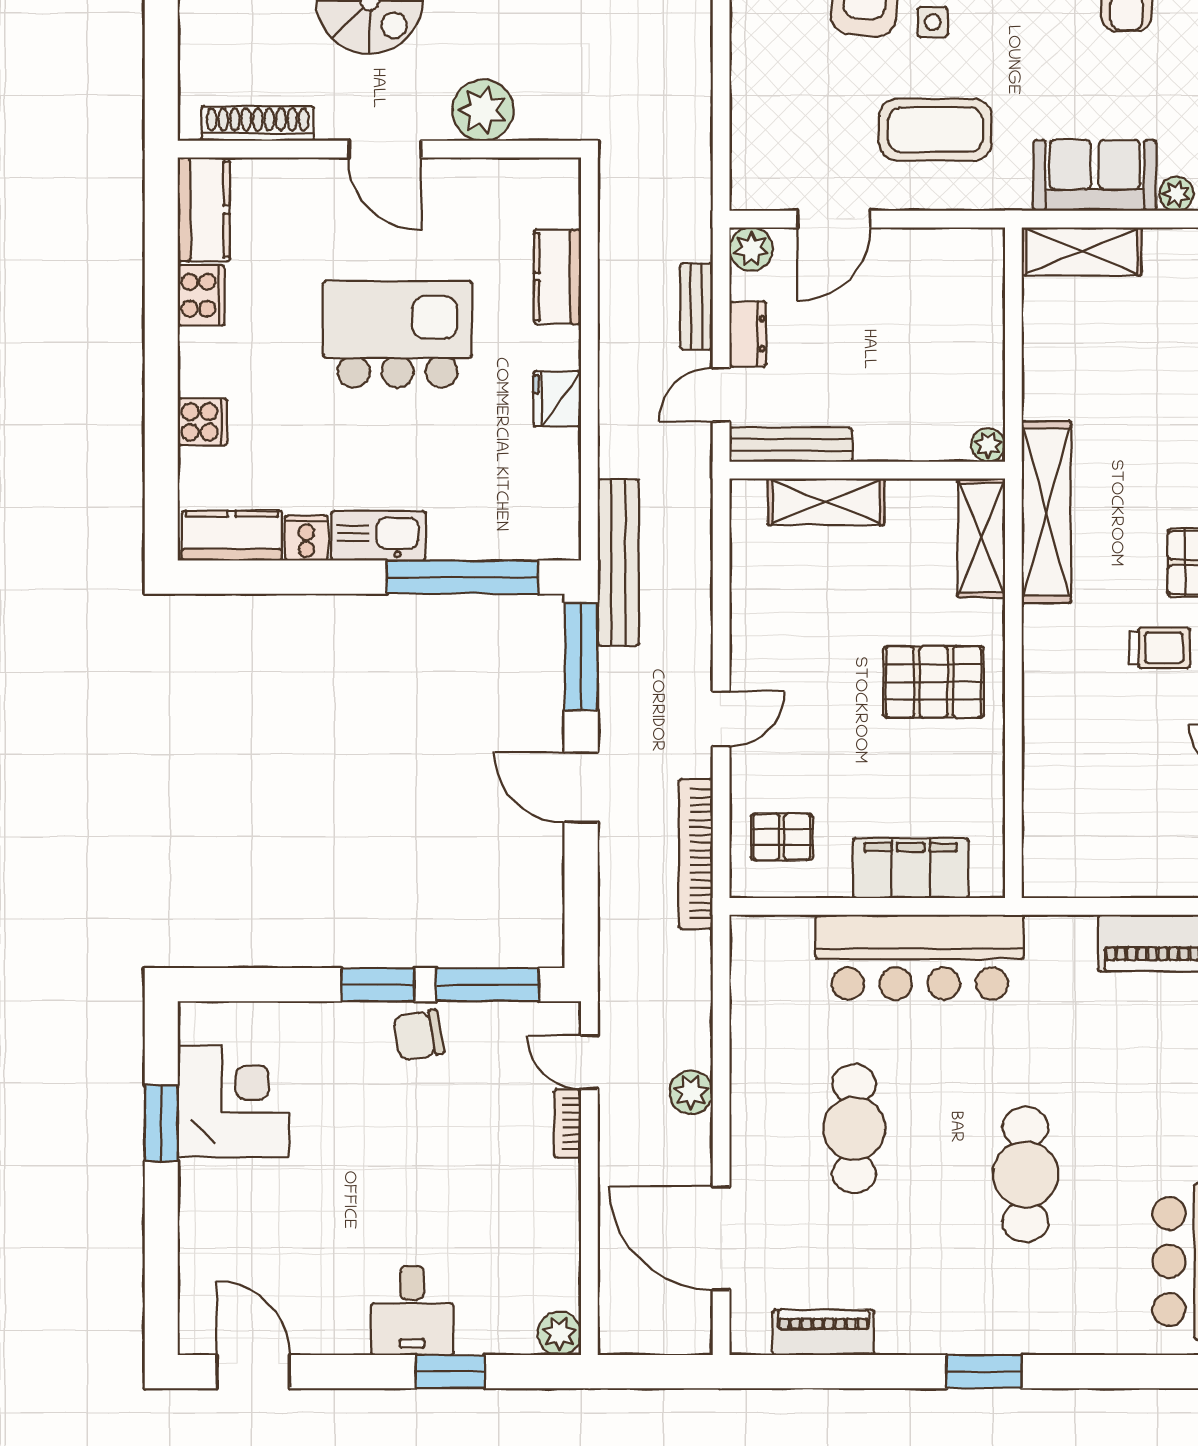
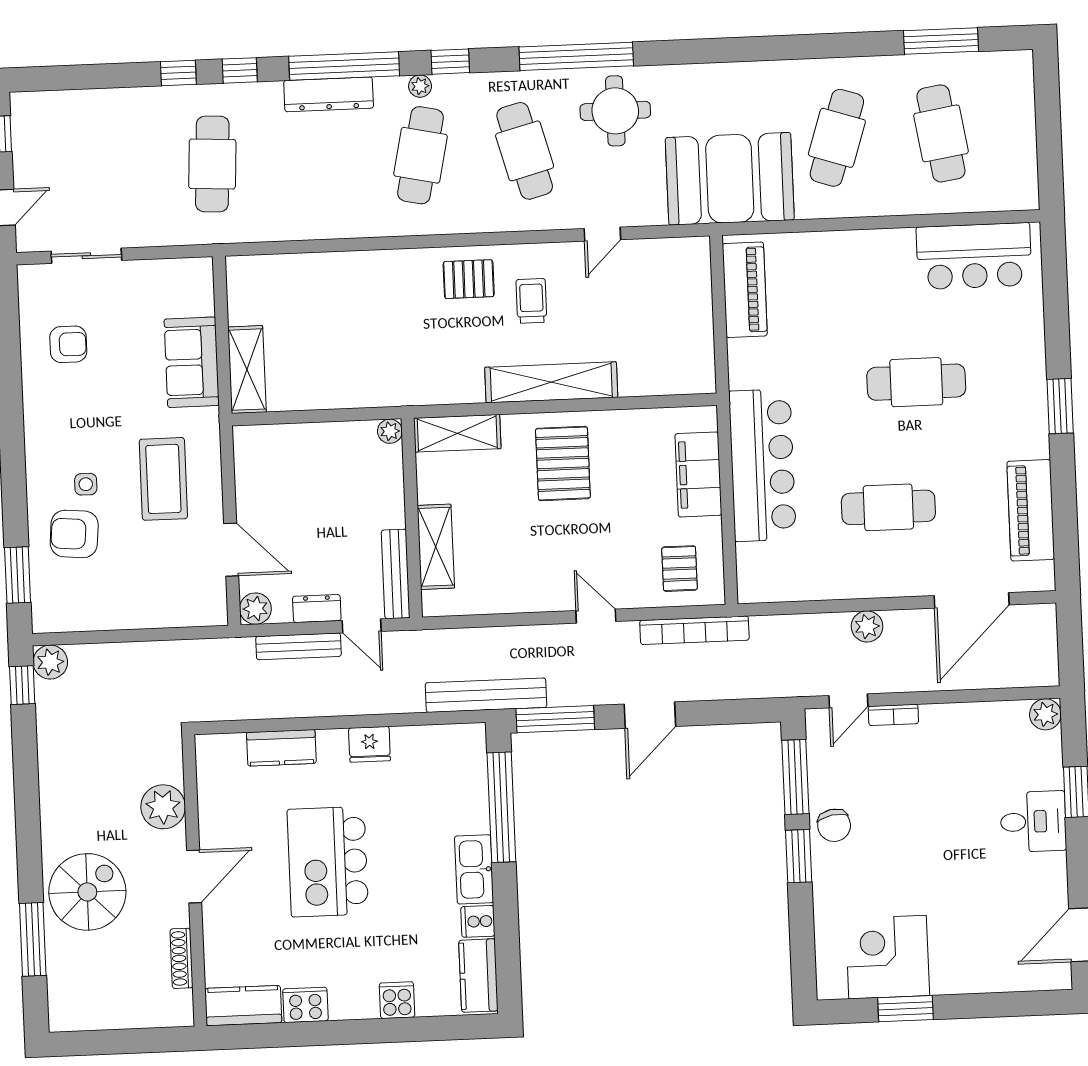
shoe rack: (258, 123) -> (181, 958), width x0.74, depth x0.81
plant: (1177, 194) -> (203, 303), removed
bench: (696, 306) -> (298, 646), width x1.36
shelving: (1046, 512) -> (551, 382), moved
piano: (823, 1332) -> (1031, 510), width x1.37, depth x1.33

